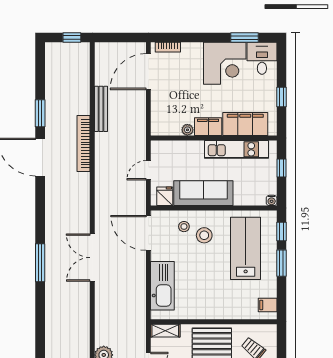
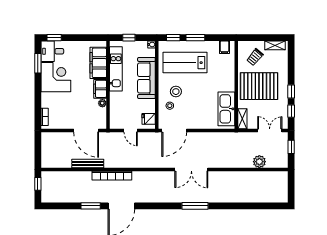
door: (148, 72) -> (86, 130), moved
window: (281, 97) -> (54, 38), moved
sofa: (203, 193) -> (146, 78), moved
kitchen sink: (162, 286) -> (226, 109), moved, turned -90

